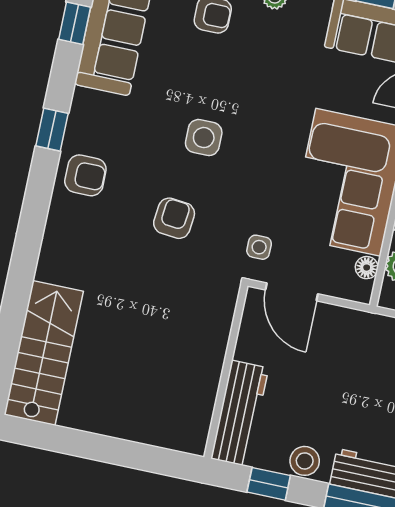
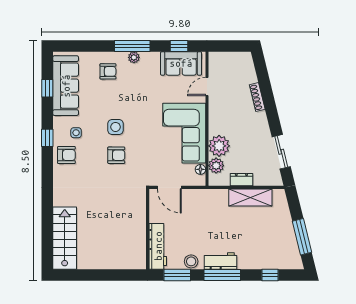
armchair: (174, 218) -> (116, 155), moved, turned 84
side table: (259, 247) -> (76, 133), moved
window: (269, 484) -> (177, 275), width x1.50

